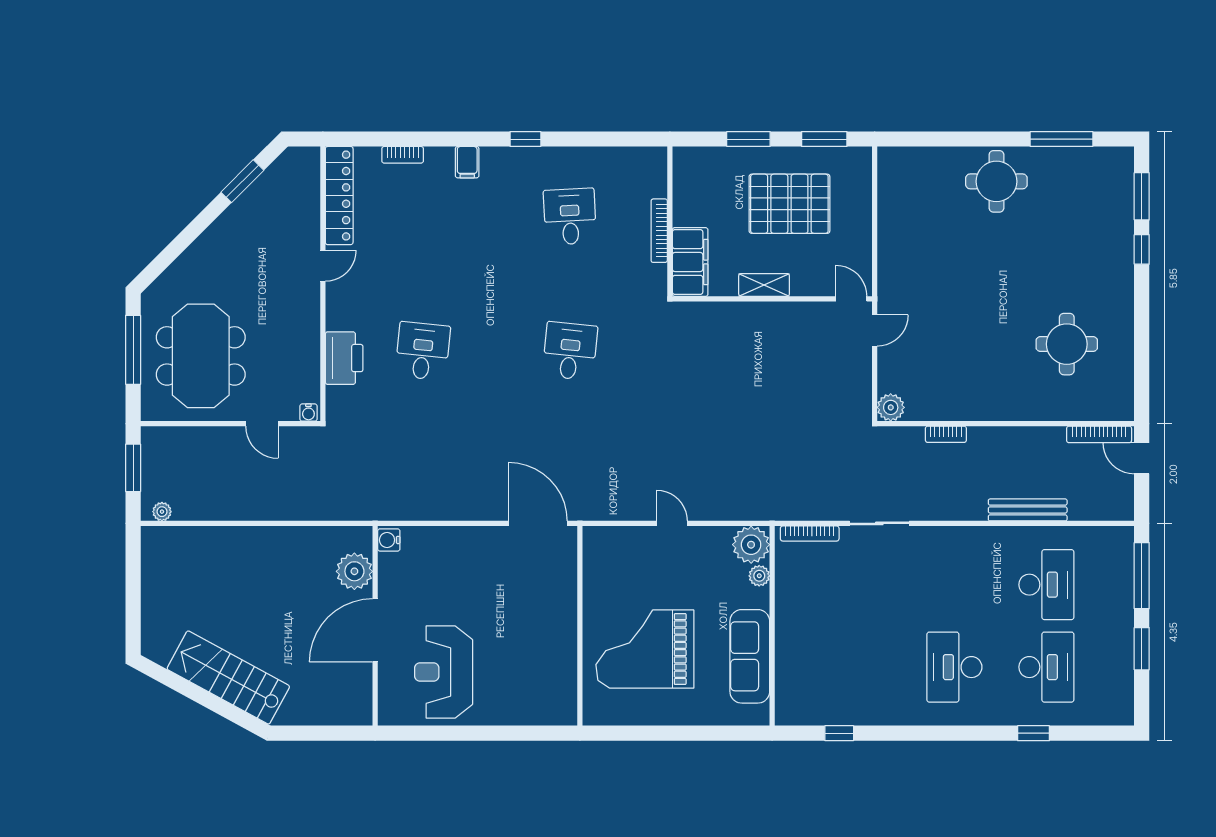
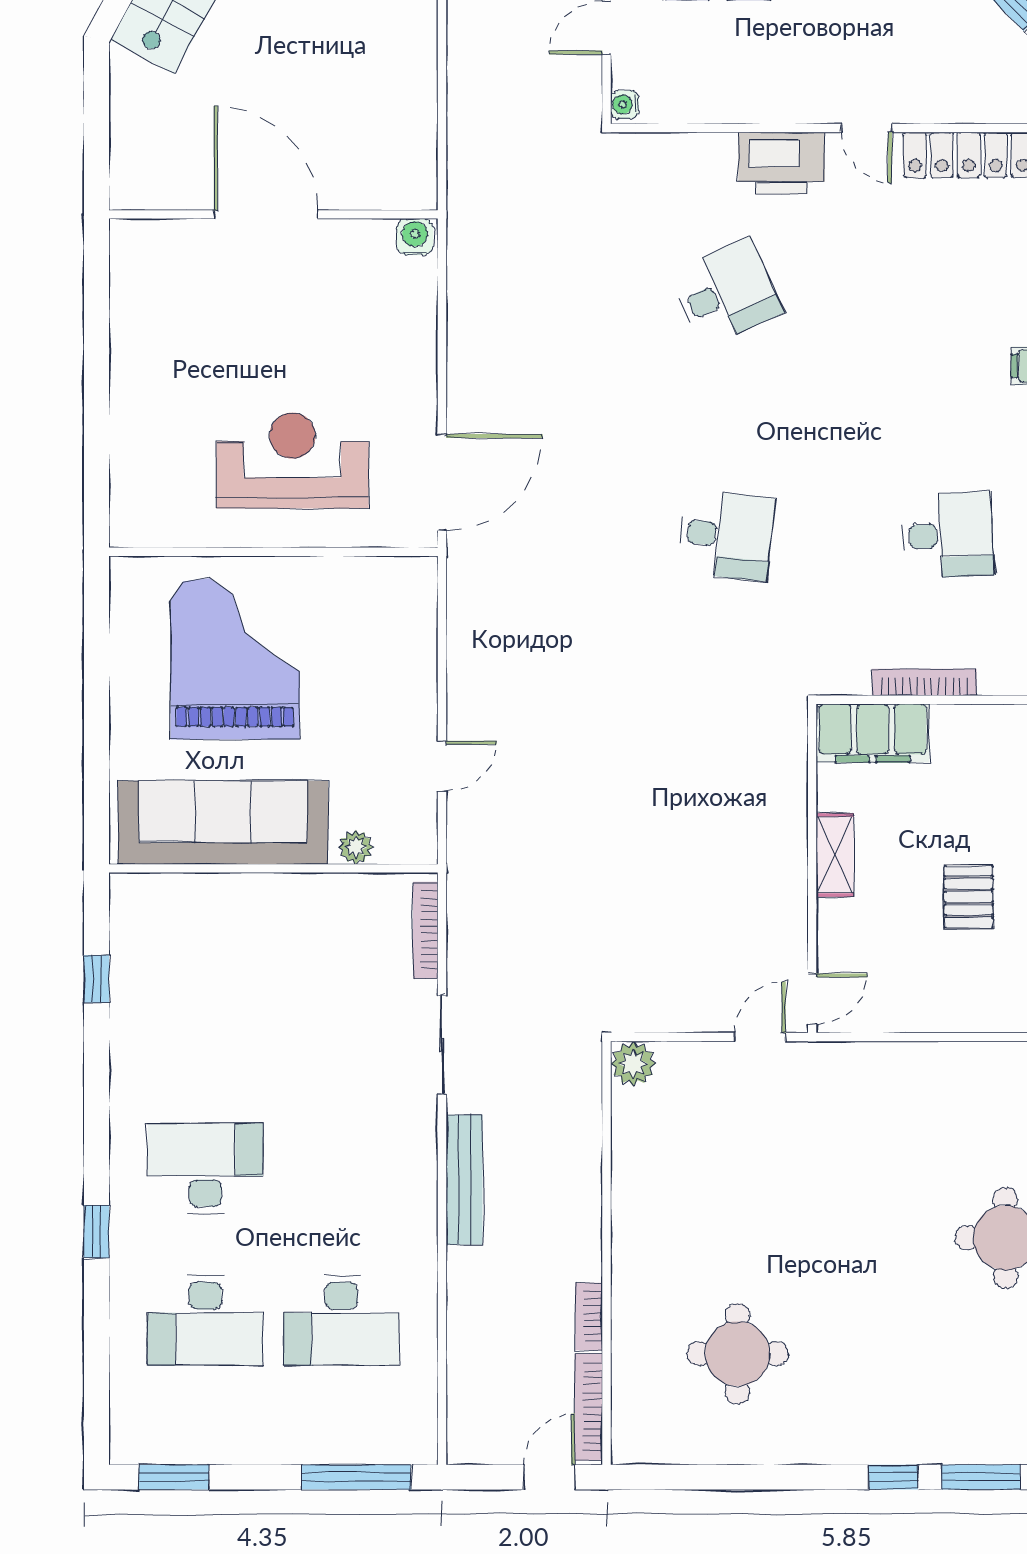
pallet: (789, 204) -> (969, 897), width x0.49, depth x0.50
door: (875, 330) -> (760, 1037), swing flipped
desk: (423, 351) -> (726, 293), turned -30
printer: (344, 358) -> (782, 163), moved
bookcase: (946, 434) -> (589, 1317), moved
bench: (1028, 510) -> (464, 1180), moved
door: (672, 523) -> (442, 766), moved
plant: (751, 545) -> (407, 834), removed
plant: (354, 571) -> (363, 180), removed
window: (1142, 649) -> (174, 1477), moved
sofa: (750, 656) -> (223, 823), width x1.36, depth x1.27
reception desk: (444, 672) -> (292, 460), moved
window: (1034, 733) -> (96, 1232), moved

